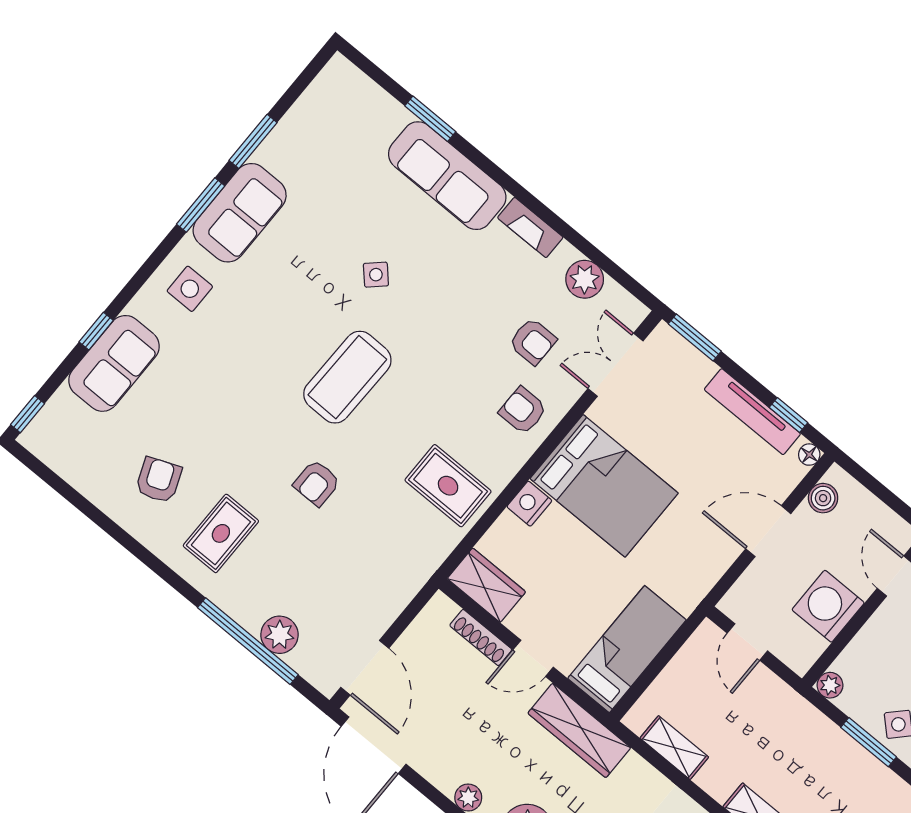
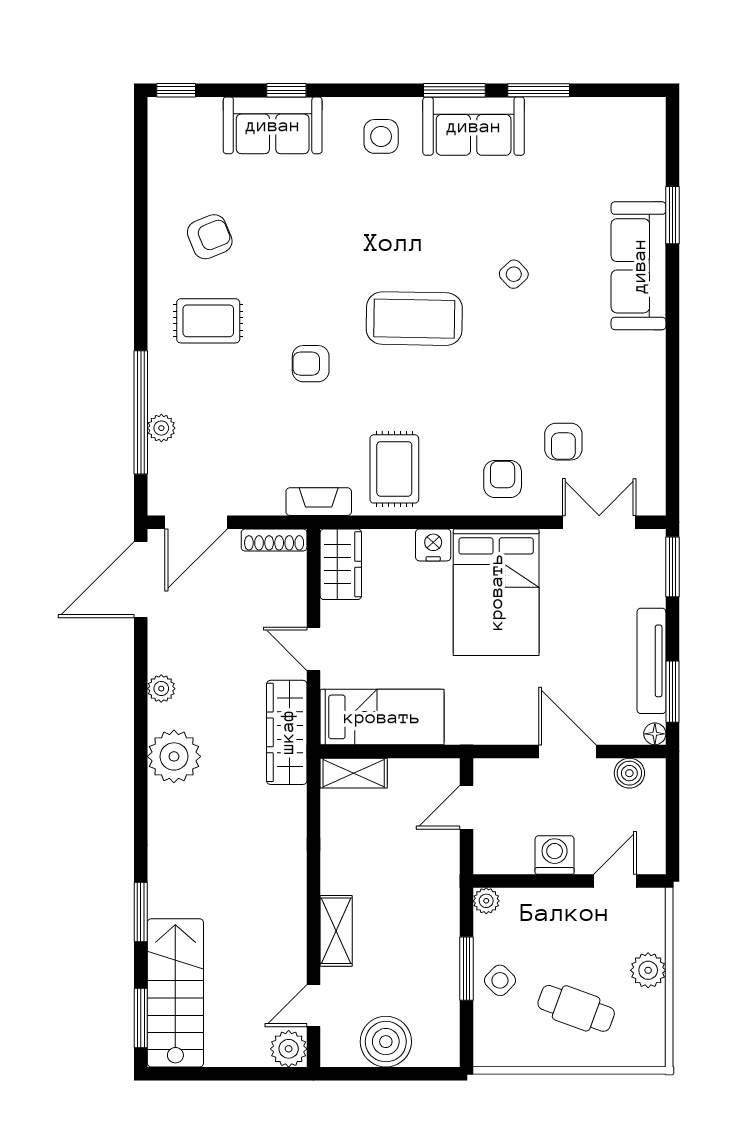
fireplace: (530, 227) -> (319, 502), moved, turned 90
plant: (585, 279) -> (646, 442), removed
window: (789, 415) -> (672, 692), width x1.50
washing machine: (828, 606) -> (555, 855), width x0.73, depth x0.73
plant: (280, 635) -> (161, 428), width x0.73, depth x0.73
shoe rack: (481, 638) -> (274, 540), moved, turned -90
shelving: (674, 748) -> (354, 773), moved, turned 90

